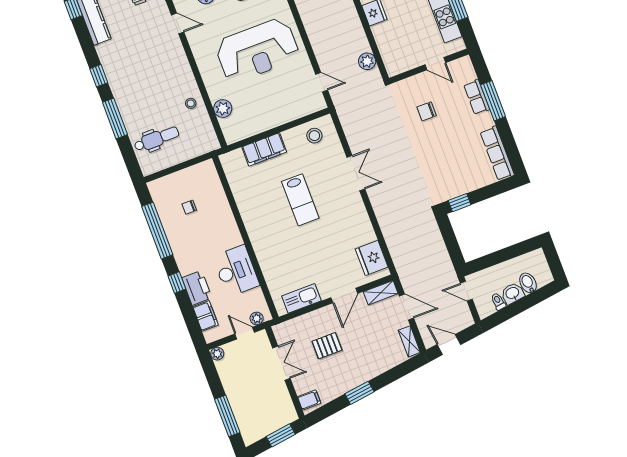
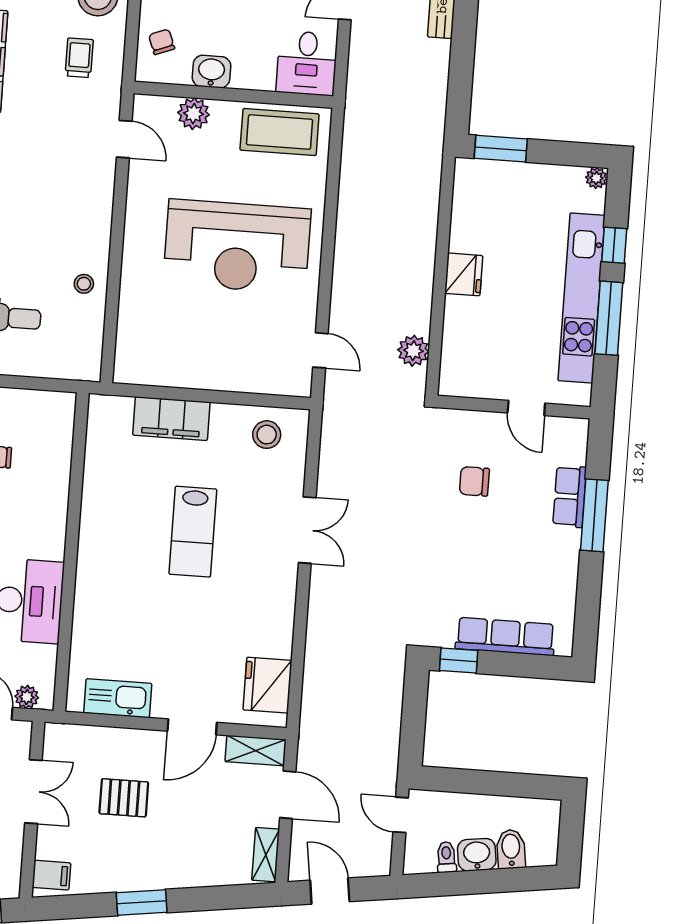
plant: (223, 109) -> (134, 318), removed
row of seats: (497, 153) -> (505, 637), moved, turned 90

